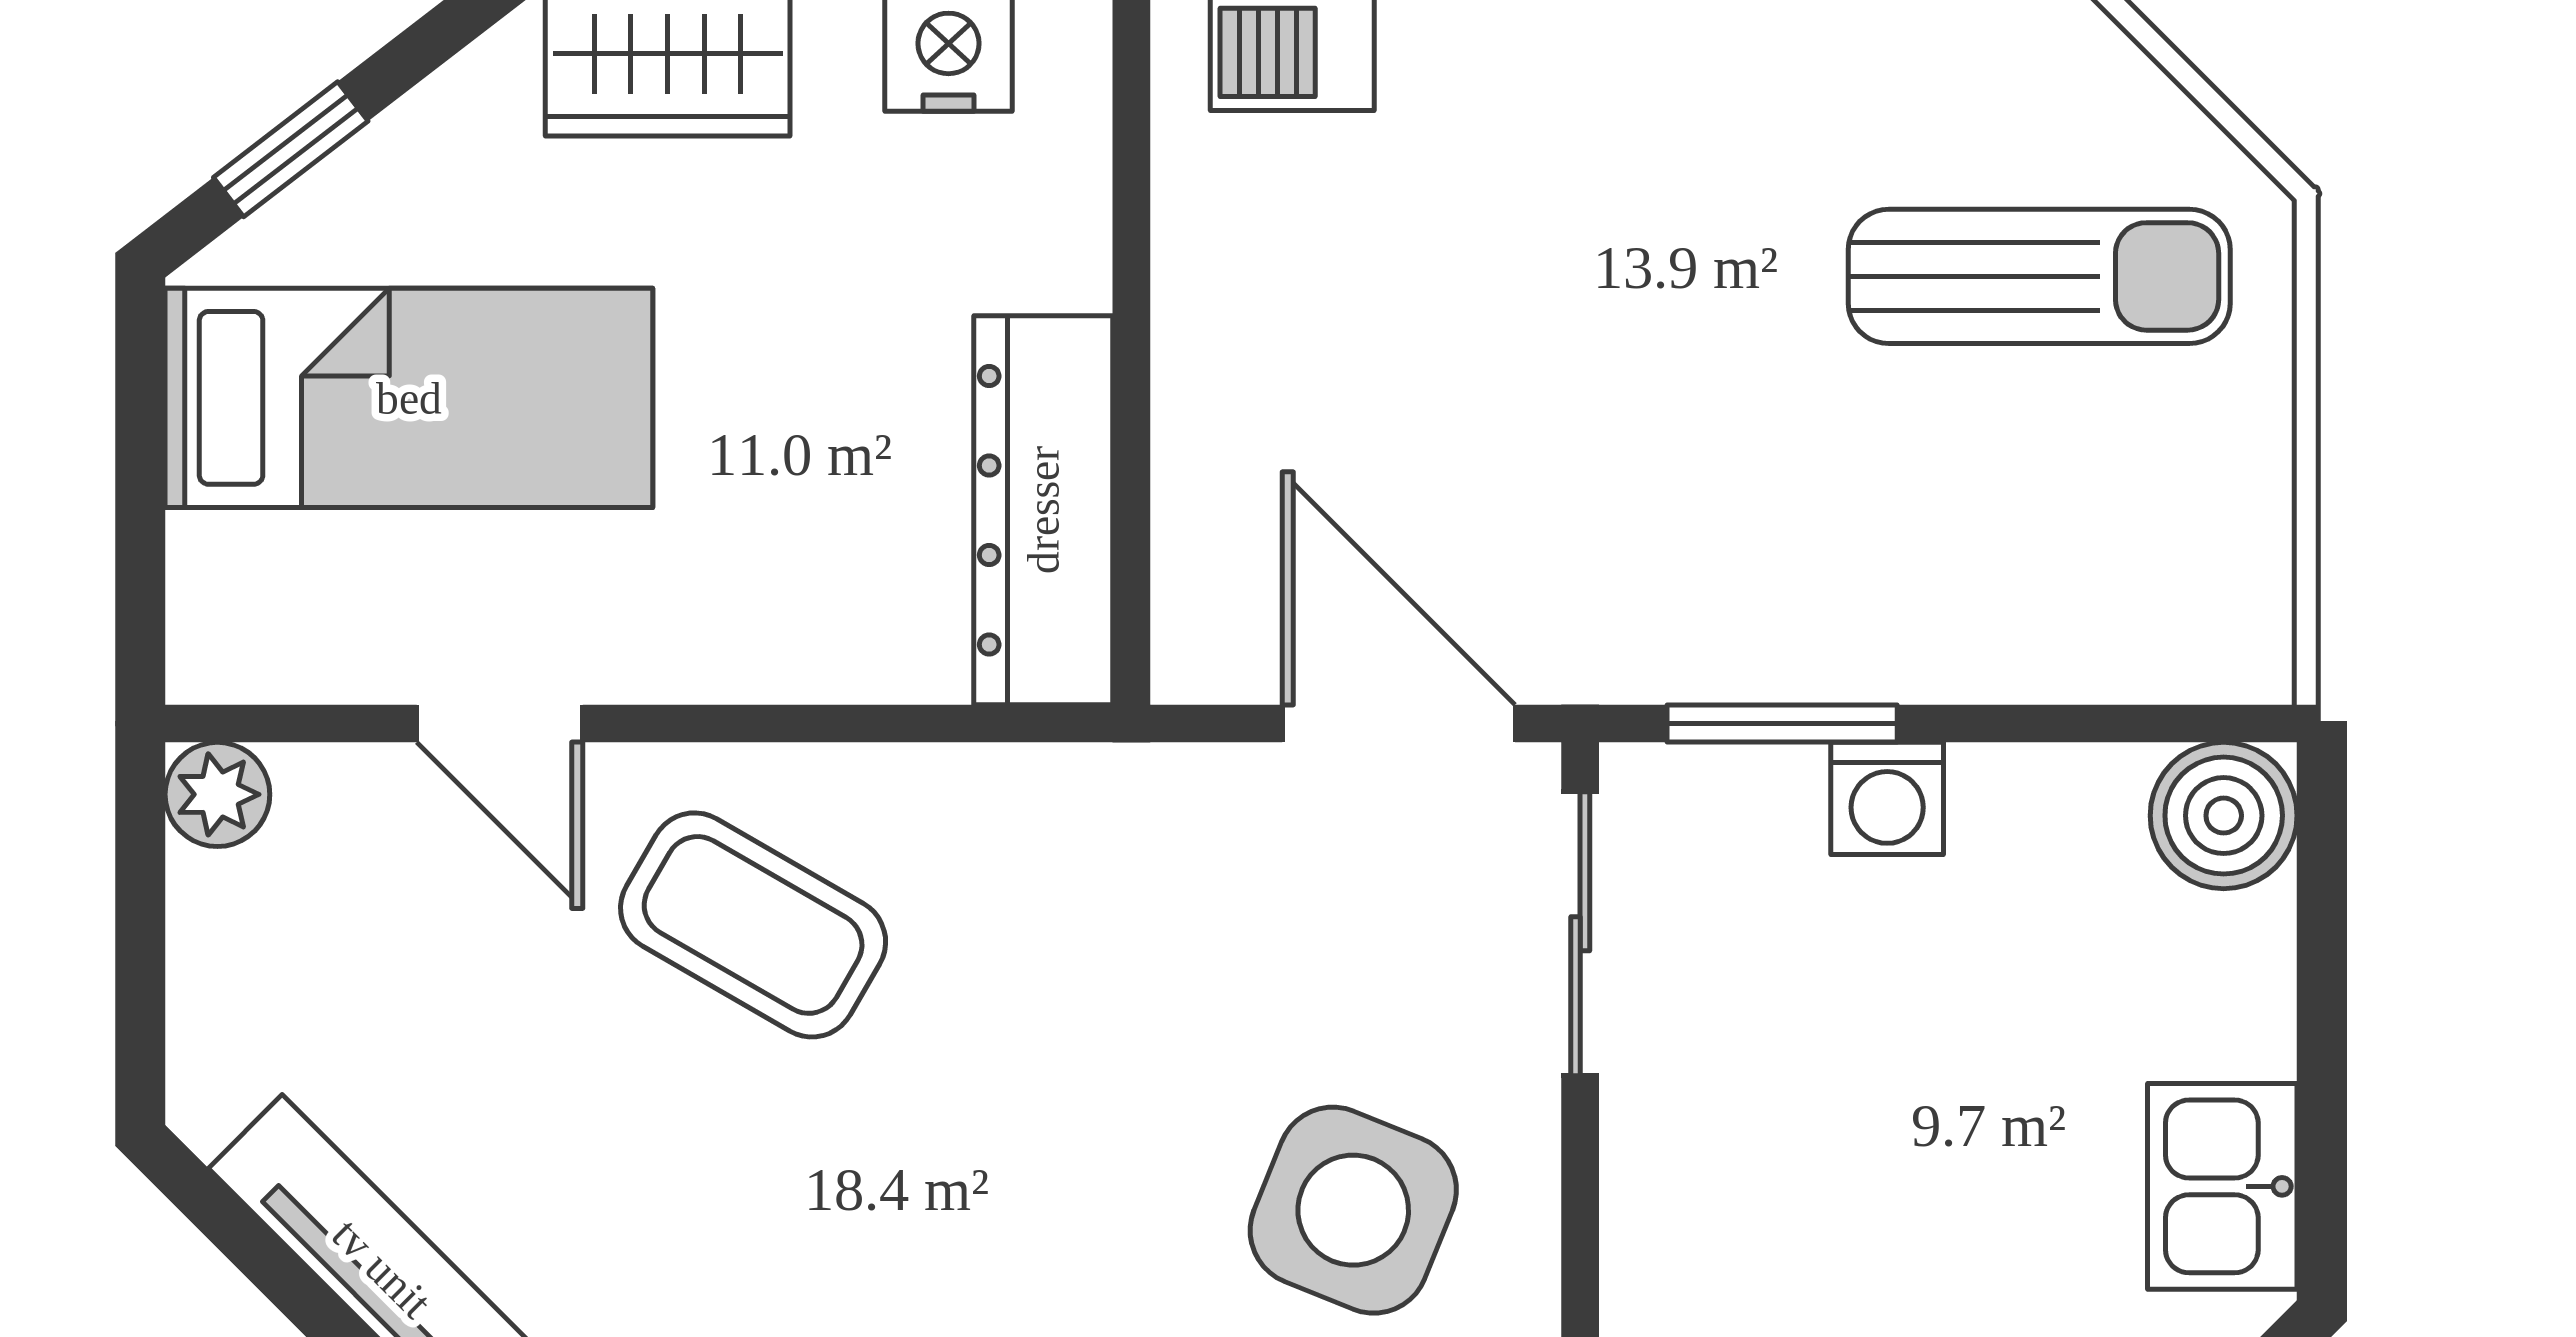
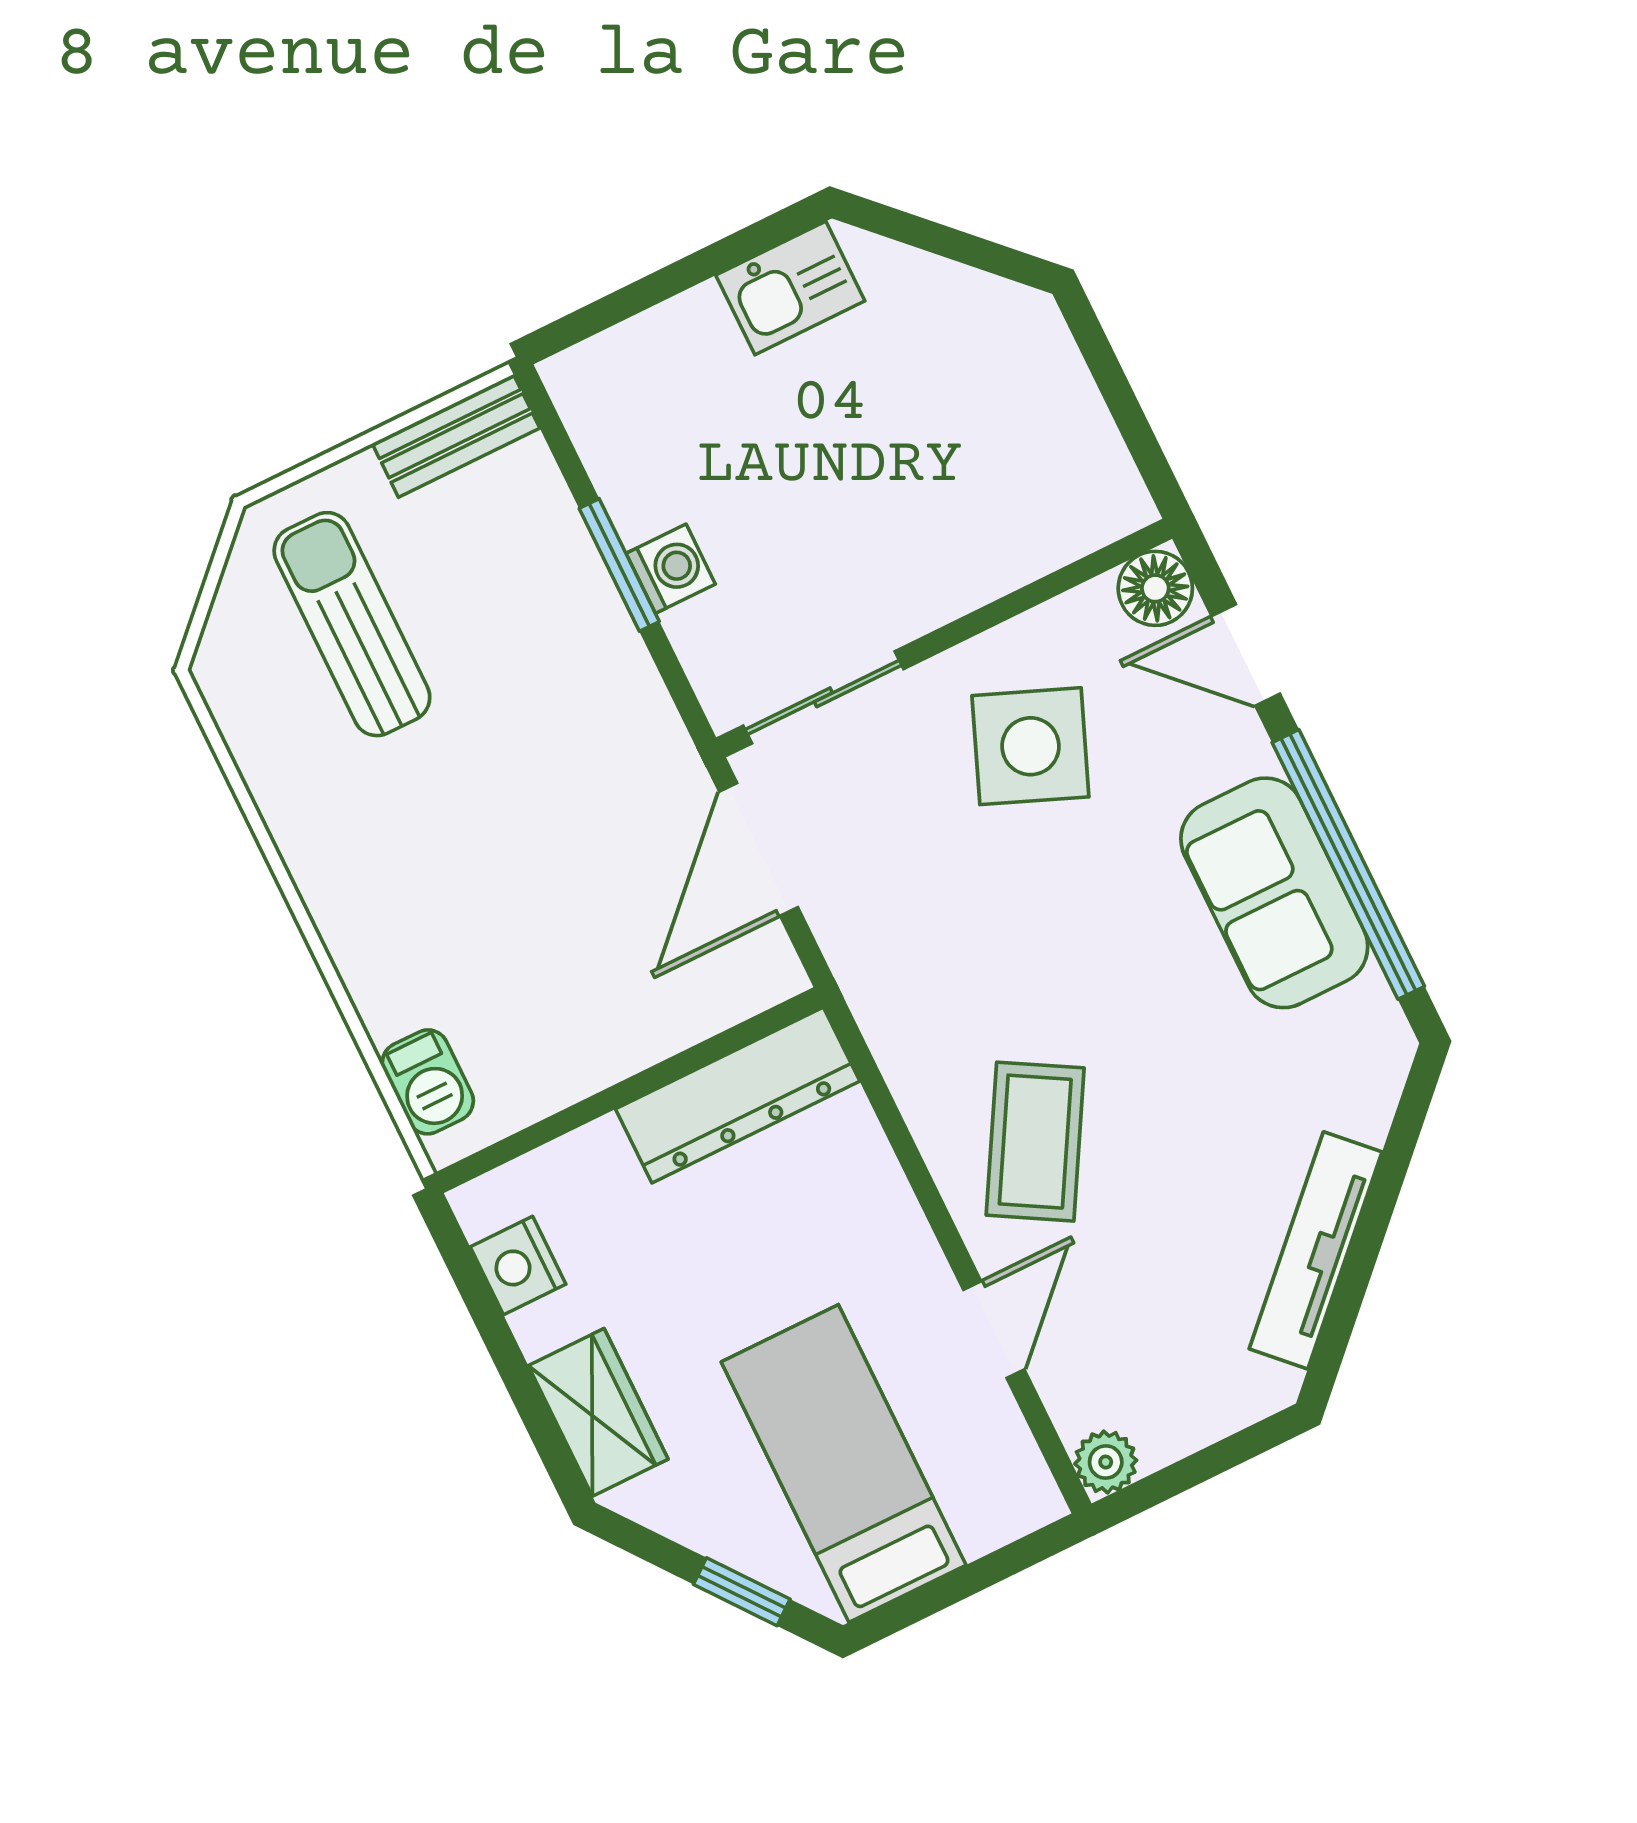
bench: (2246, 573) -> (456, 436), added
window: (1782, 724) -> (619, 565), moved
boiler: (2224, 816) -> (592, 384), removed

